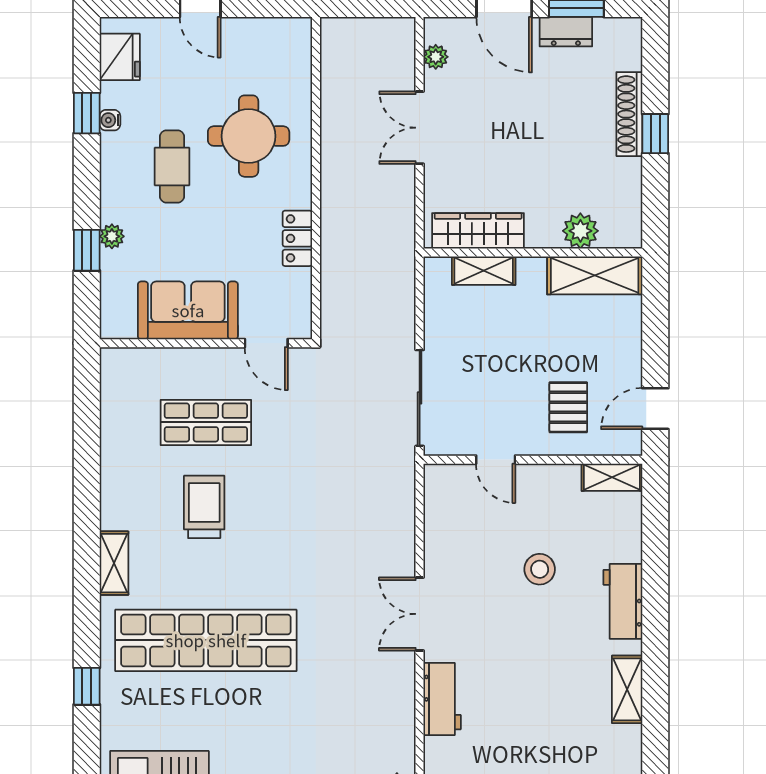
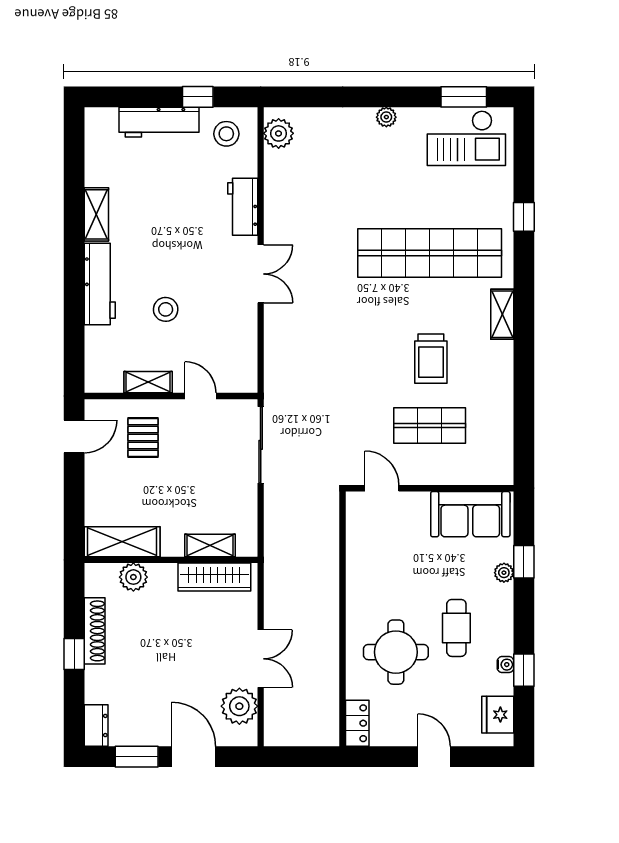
dresser: (566, 32) -> (96, 725), moved, turned 90
plant: (436, 57) -> (239, 706), width x1.88, depth x1.88
shoe rack: (629, 114) -> (95, 631), moved
locker: (297, 238) -> (357, 723), moved
sofa: (188, 310) -> (470, 514), moved
shelving: (612, 477) -> (148, 382), moved
workbench: (623, 601) -> (100, 284), width x1.38

